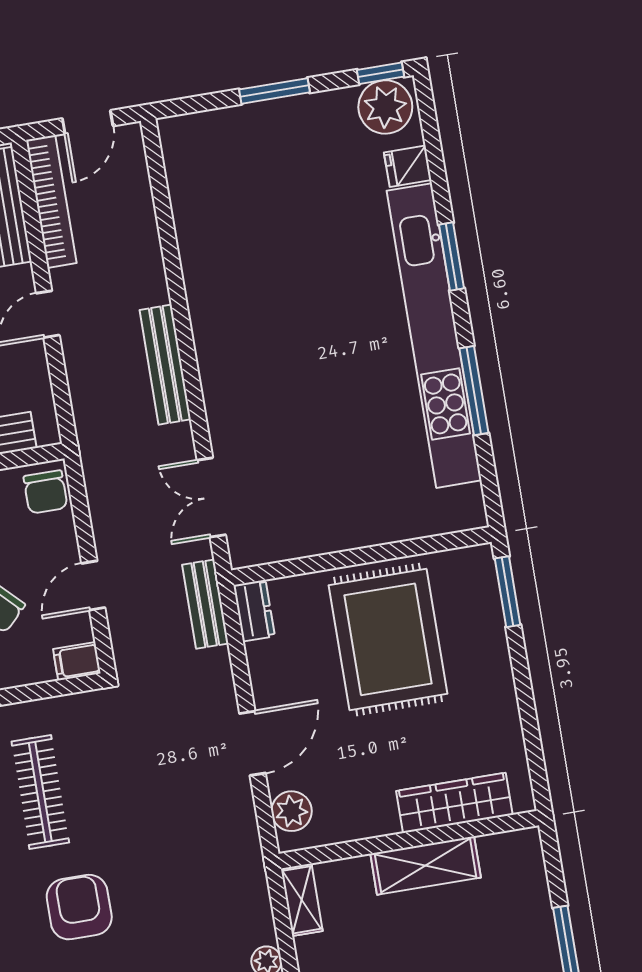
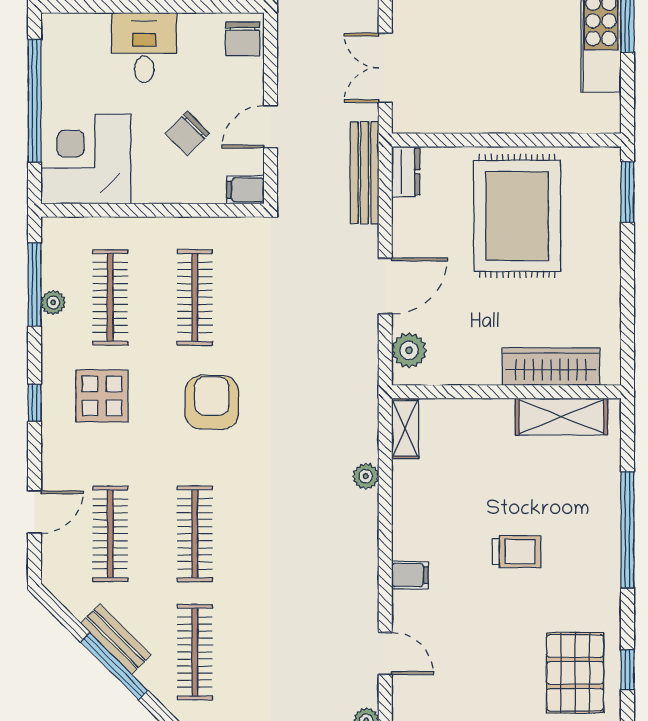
bench: (205, 604) -> (365, 173), width x1.36
shelving: (426, 866) -> (561, 417), moved

